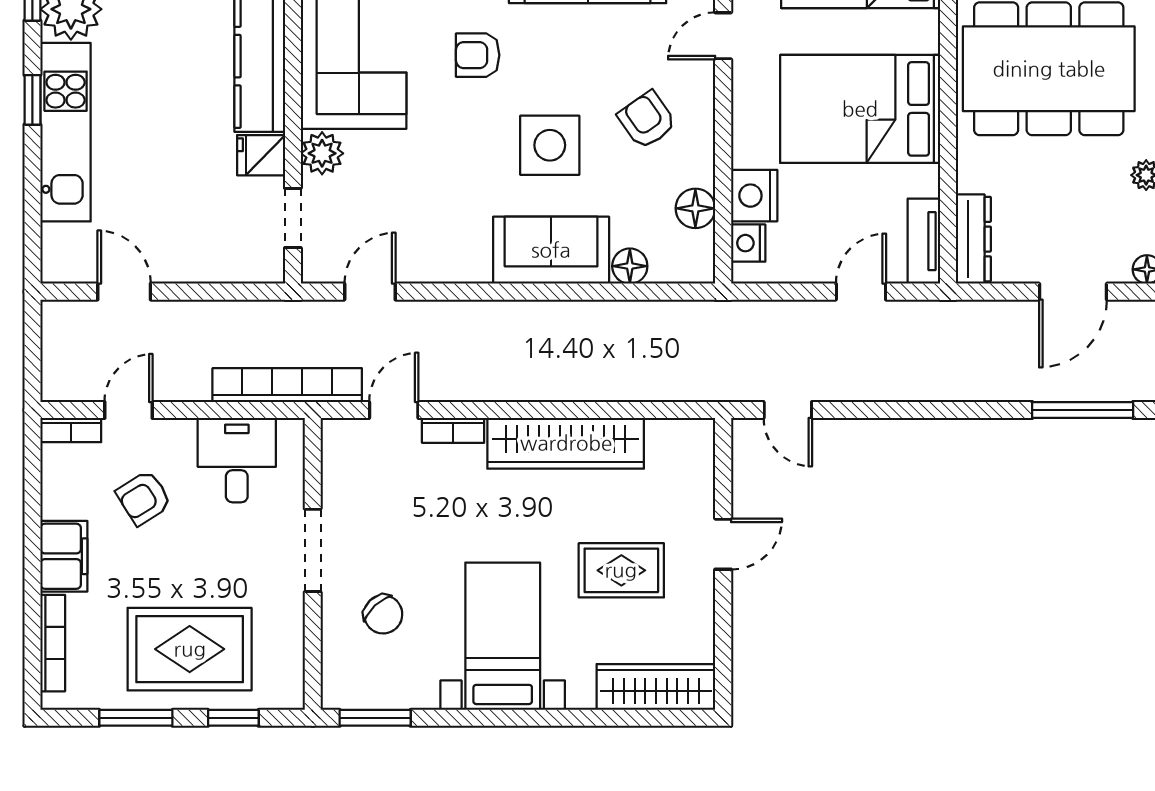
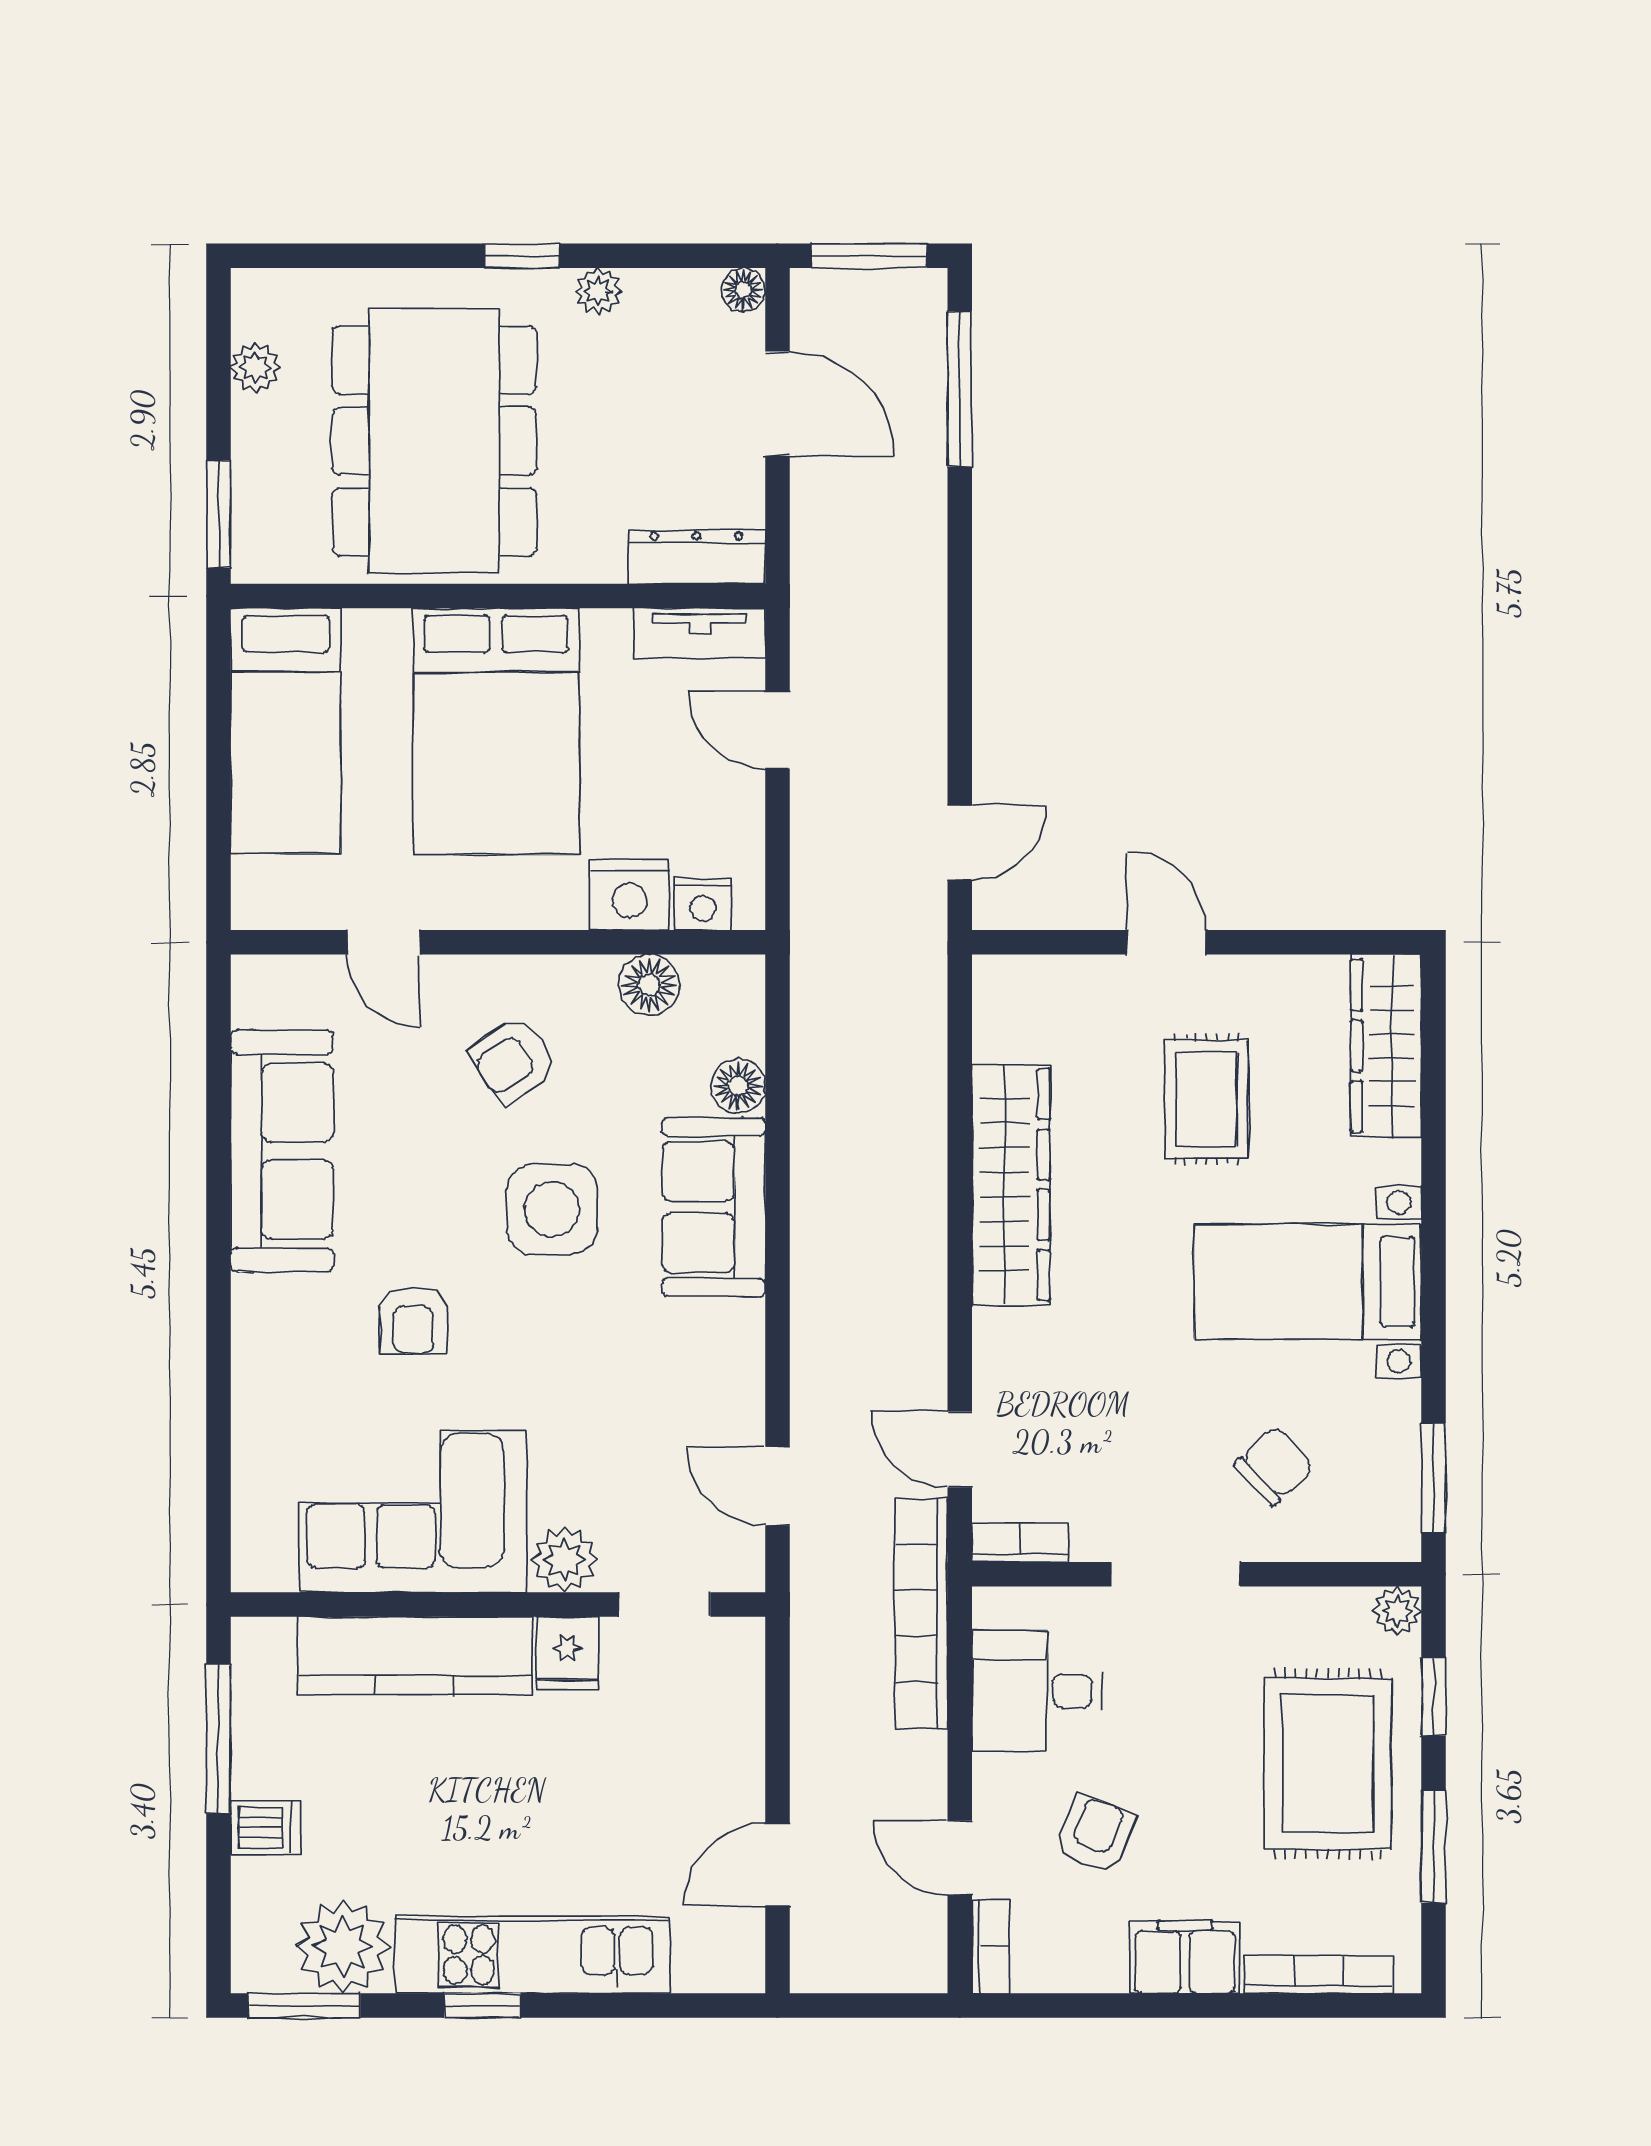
bookcase: (453, 430) -> (1020, 1543), moved, turned -90
armchair: (144, 498) -> (1095, 1834), turned -126
plant: (289, 694) -> (1397, 1611), added

